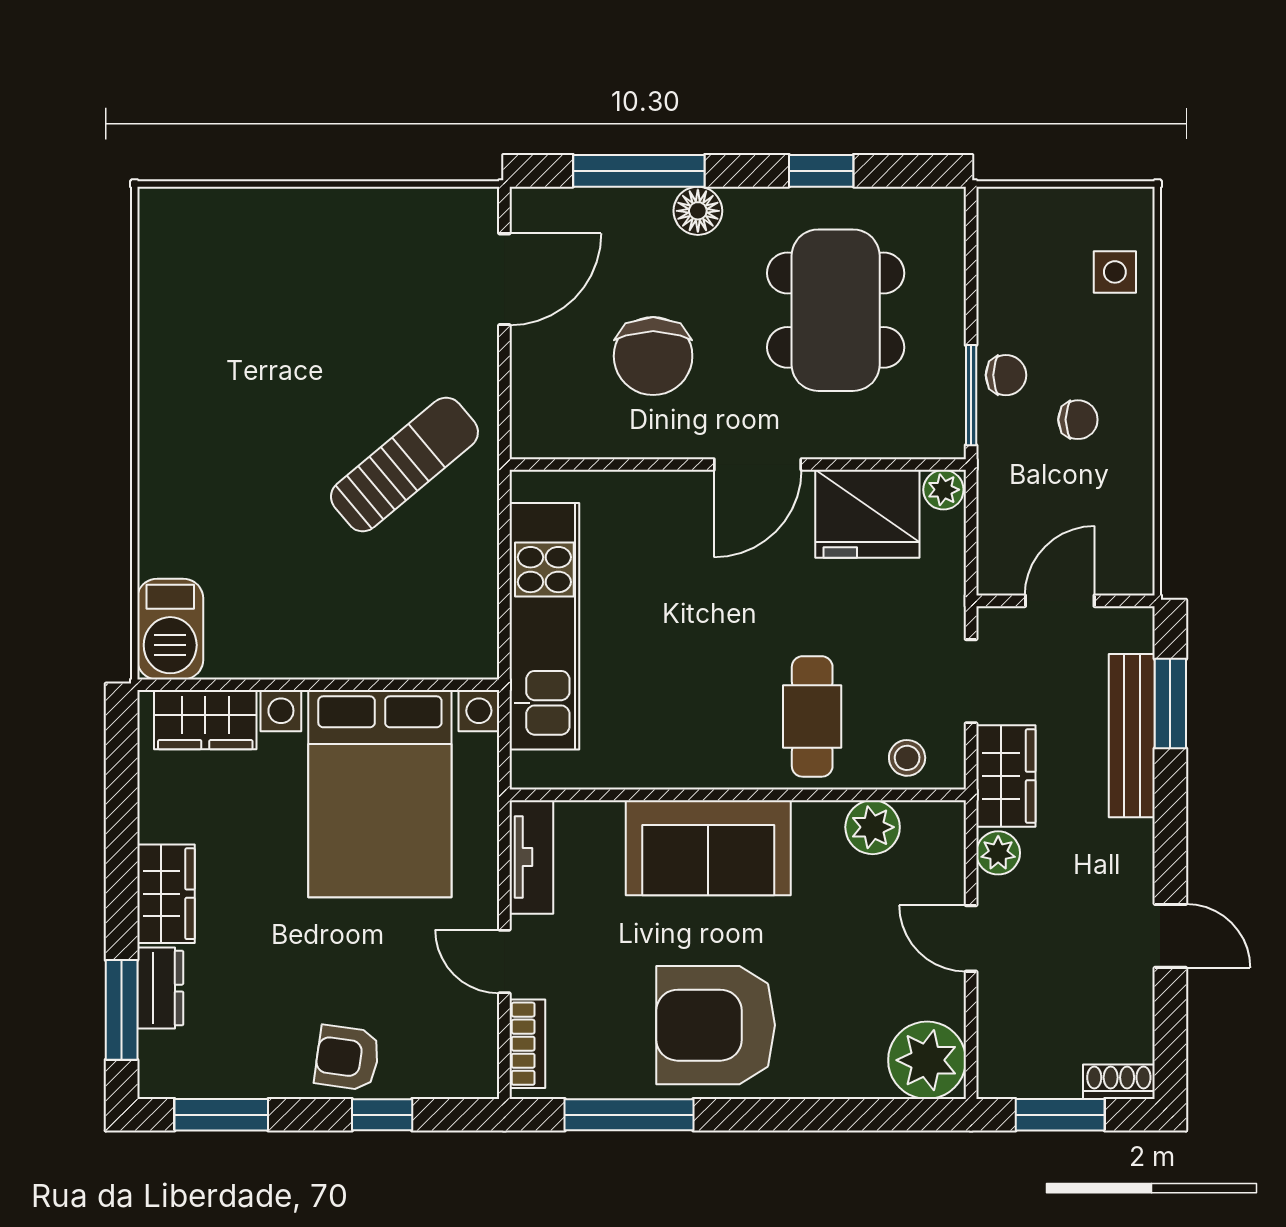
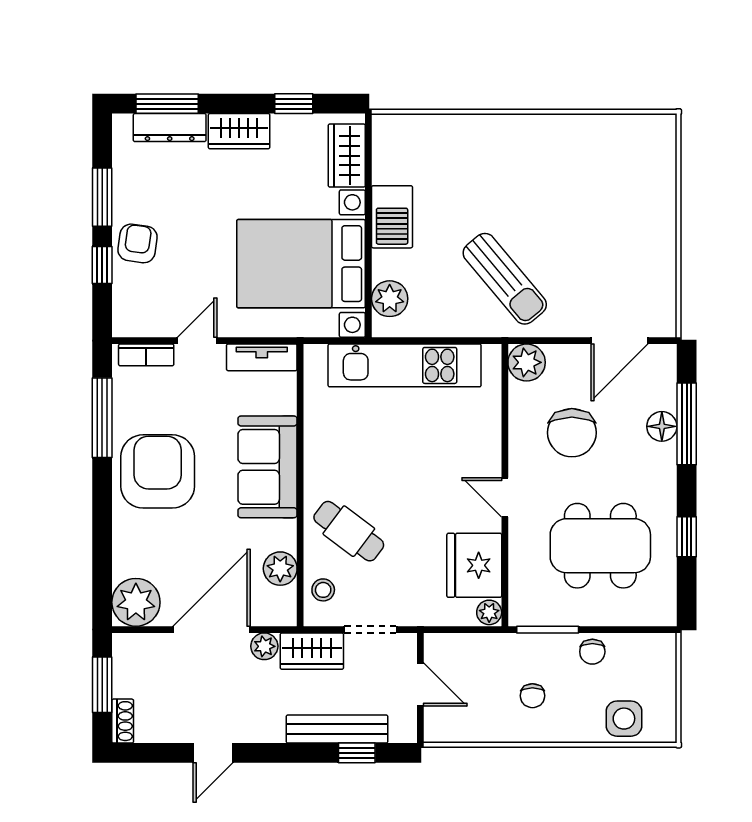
floor lamp: (698, 211) -> (662, 426), moved
side table: (1115, 272) -> (624, 719), width x1.37, depth x1.37
door: (504, 279) -> (619, 341), hinge flipped
chair: (653, 356) -> (572, 433), turned -90
chair: (1006, 375) -> (592, 652), moved
plant: (540, 429) -> (527, 362), added
door: (758, 465) -> (505, 497), width x0.73
barbecue: (170, 629) -> (392, 217), moved, turned -90
plant: (437, 650) -> (390, 299), added
window: (1170, 704) -> (357, 753), width x0.67
cafe table: (812, 716) -> (349, 531), turned 37
window: (122, 805) -> (294, 104), added
door: (971, 938) -> (211, 630), width x1.87
dresser: (160, 988) -> (170, 128), width x1.44
window: (221, 1115) -> (102, 197), moved

